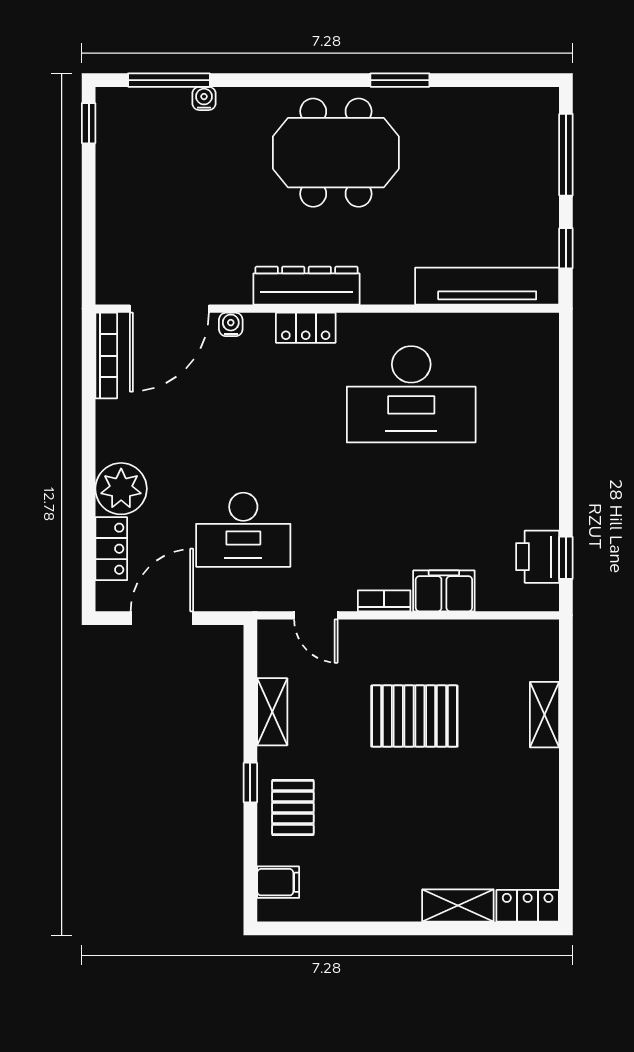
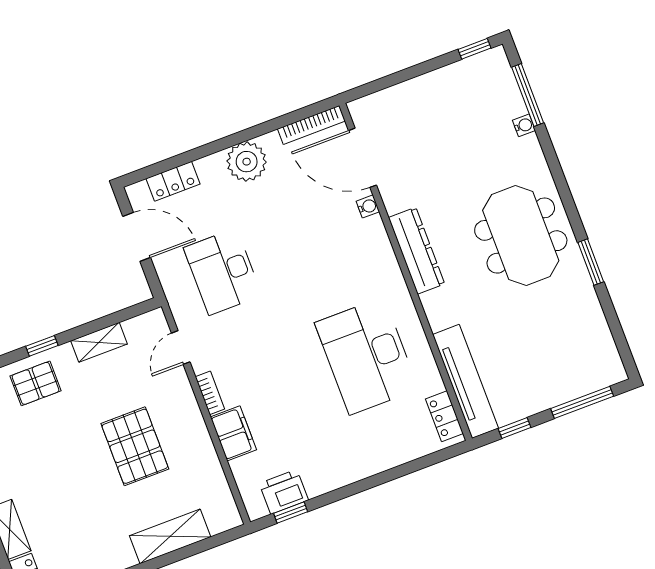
locker: (306, 328) -> (444, 416), moved
plant: (121, 489) -> (247, 162), moved
shelving: (544, 715) -> (170, 536), width x1.50, depth x1.33

